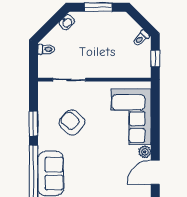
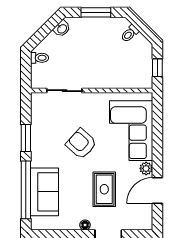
toilet: (141, 38) -> (130, 34), moved
armchair: (72, 123) -> (81, 144), moved
rug: (106, 171) -> (104, 189), added

